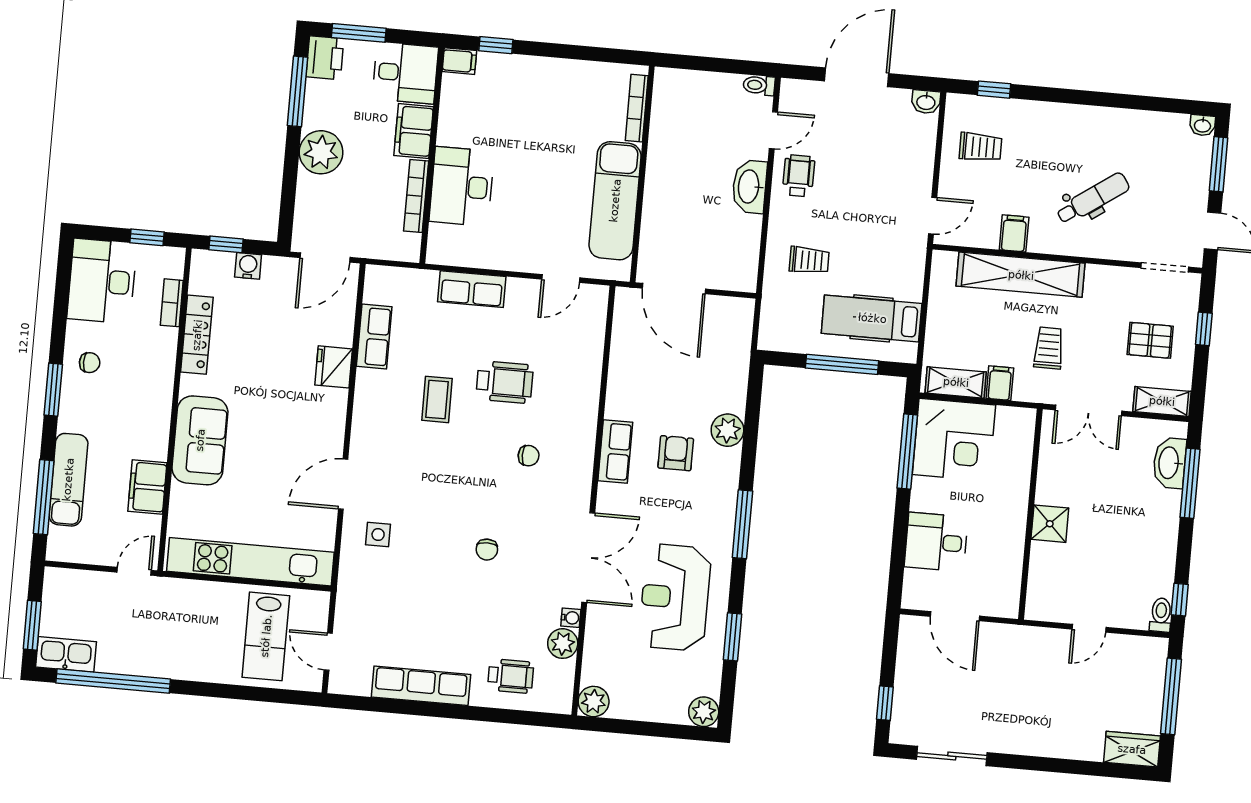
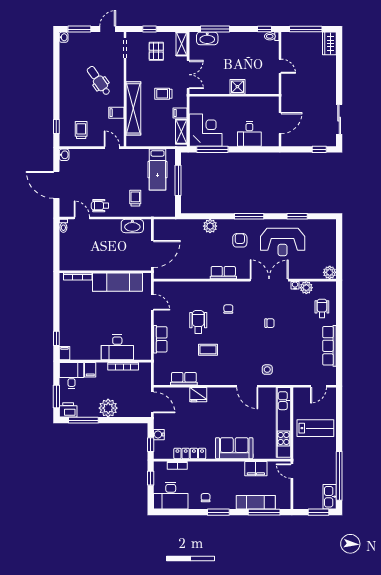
filing cabinet: (414, 131) -> (90, 370), width x0.50
washbasin: (749, 187) -> (132, 226), moved
armchair: (676, 453) -> (240, 240), moved, turned 90
lab bench: (266, 636) -> (315, 428), moved
plant: (704, 712) -> (330, 226), removed

